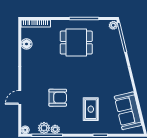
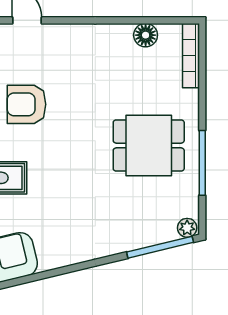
dining table: (76, 43) -> (149, 145), turned 90
armchair: (58, 98) -> (26, 104), turned 90

